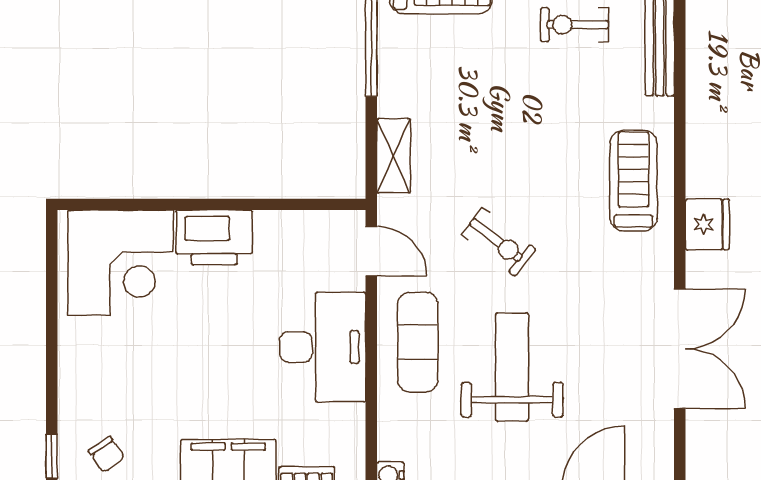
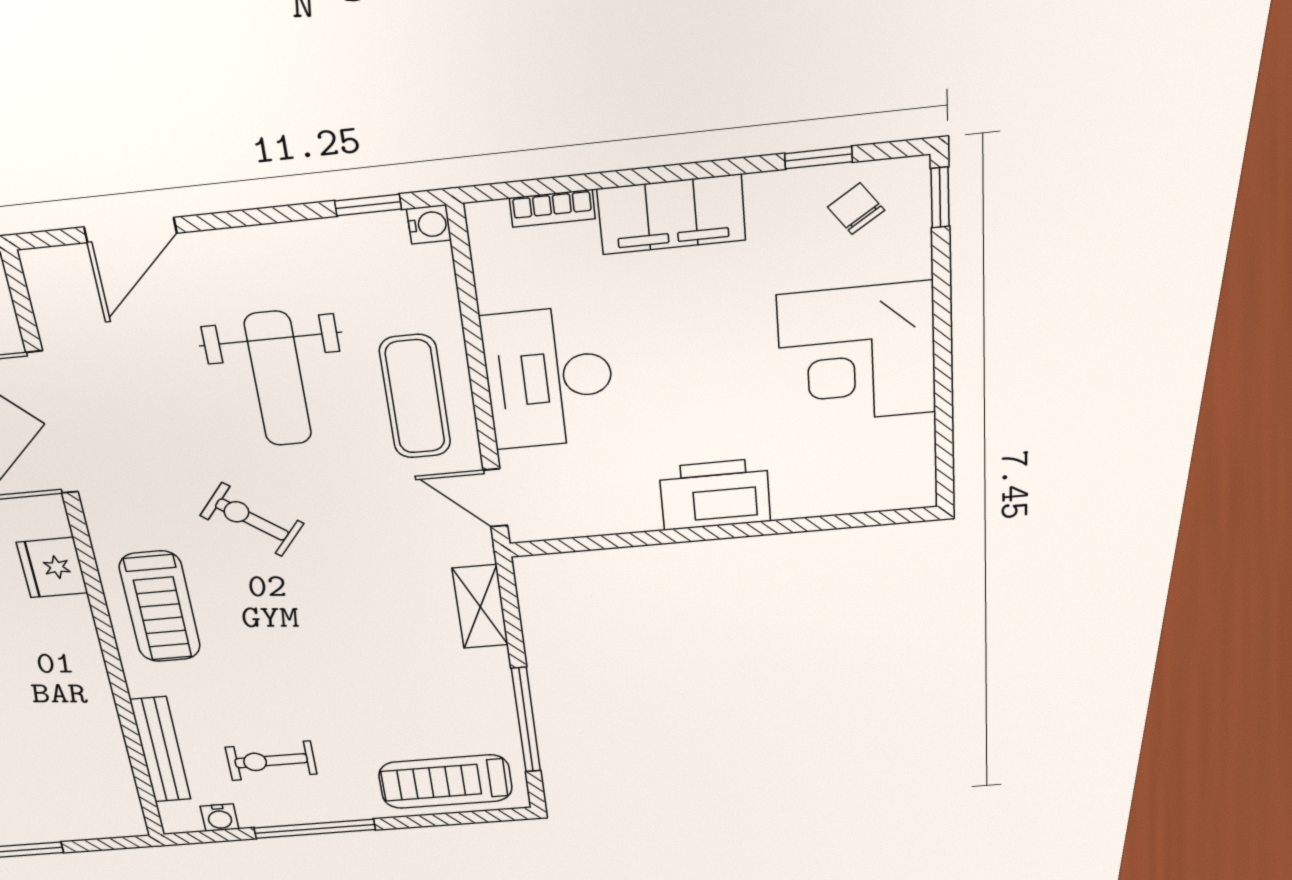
exercise bike: (575, 25) -> (271, 761), turned 180
exercise bike: (499, 242) -> (252, 520), moved
corner desk: (120, 263) -> (857, 354), moved, turned -90

